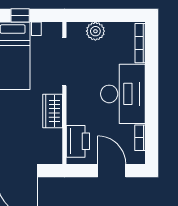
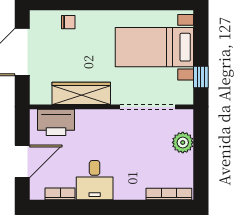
window: (20, 15) -> (201, 77), moved
desk: (123, 94) -> (95, 180), width x0.53, depth x0.77
wardrobe: (53, 111) -> (81, 93), width x1.50

